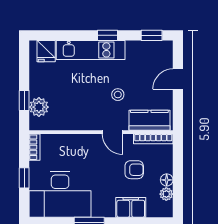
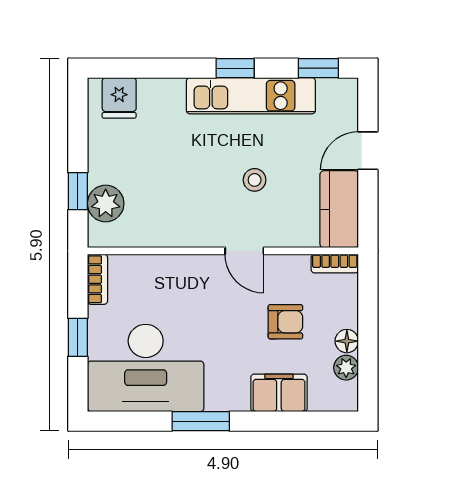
kitchen unit: (91, 50) -> (251, 96), moved
kitchen counter: (149, 120) -> (339, 209), moved, turned -90
bookcase: (153, 139) -> (335, 264), width x0.64

